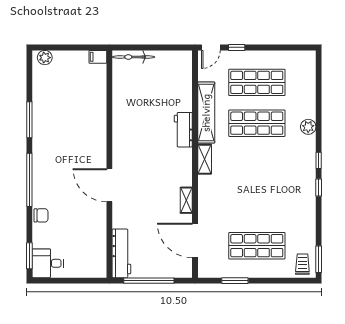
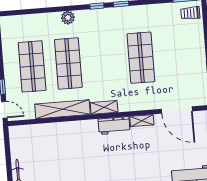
workbench: (183, 130) -> (114, 126), moved
door: (195, 240) -> (177, 110), hinge flipped
shop shelf: (257, 246) -> (141, 58), moved

